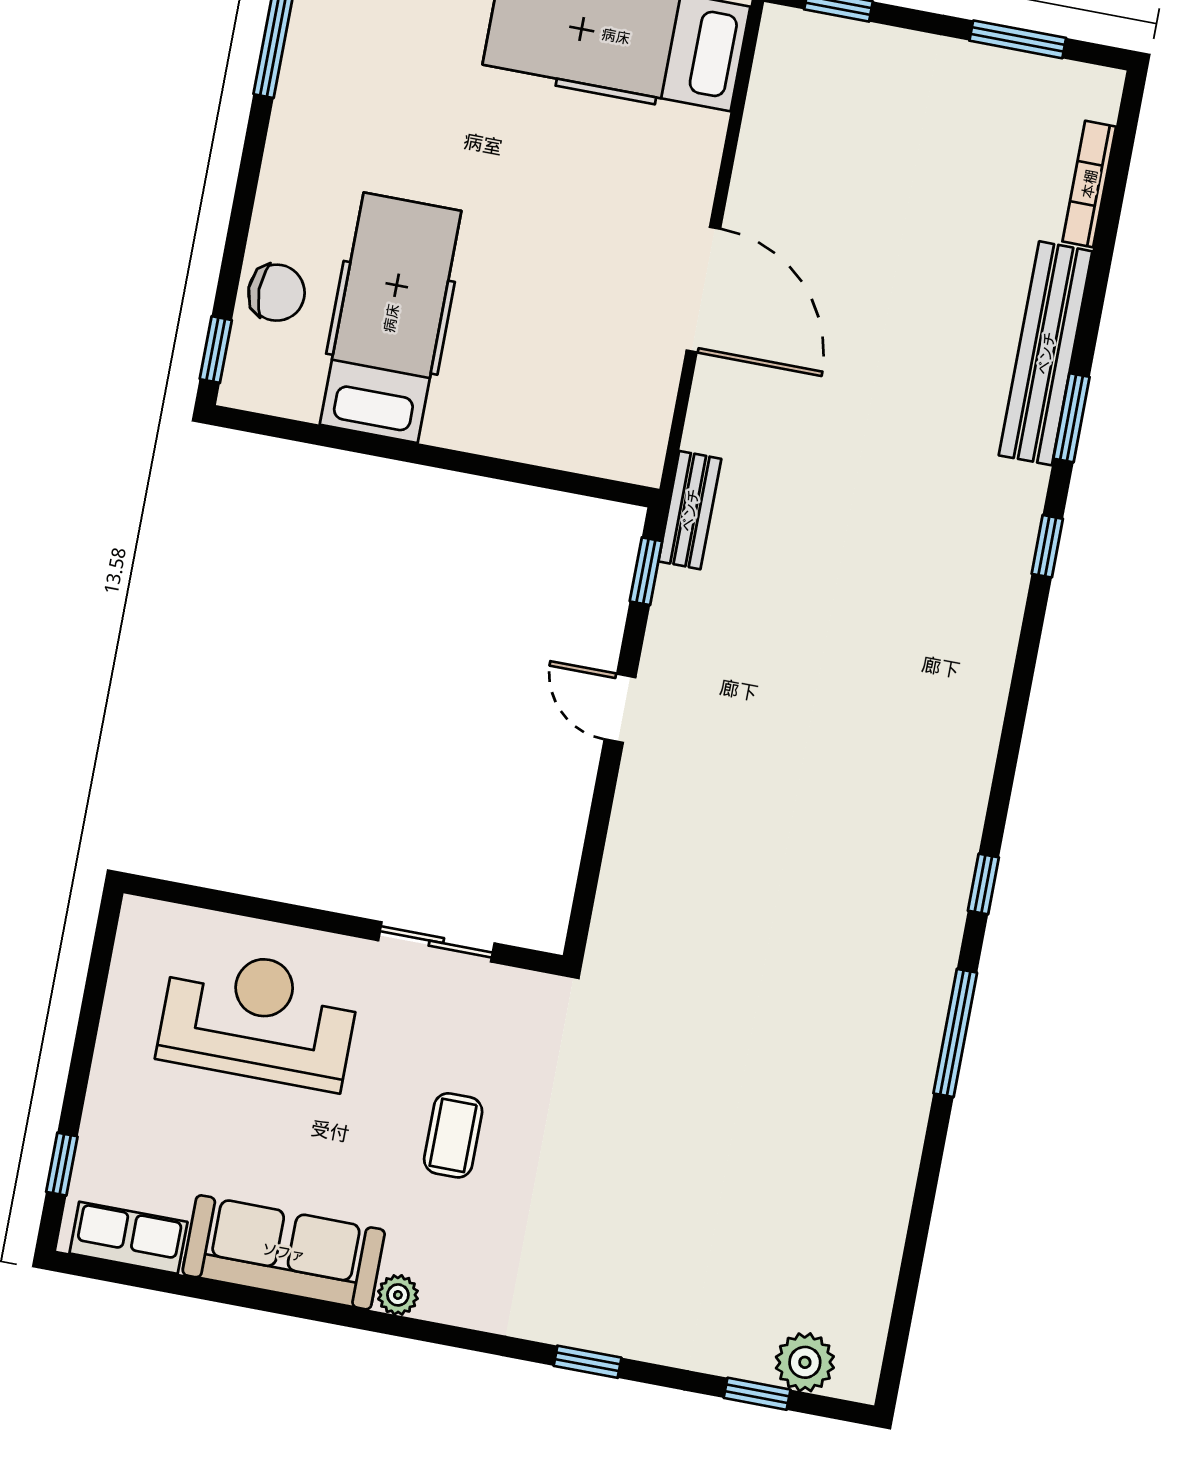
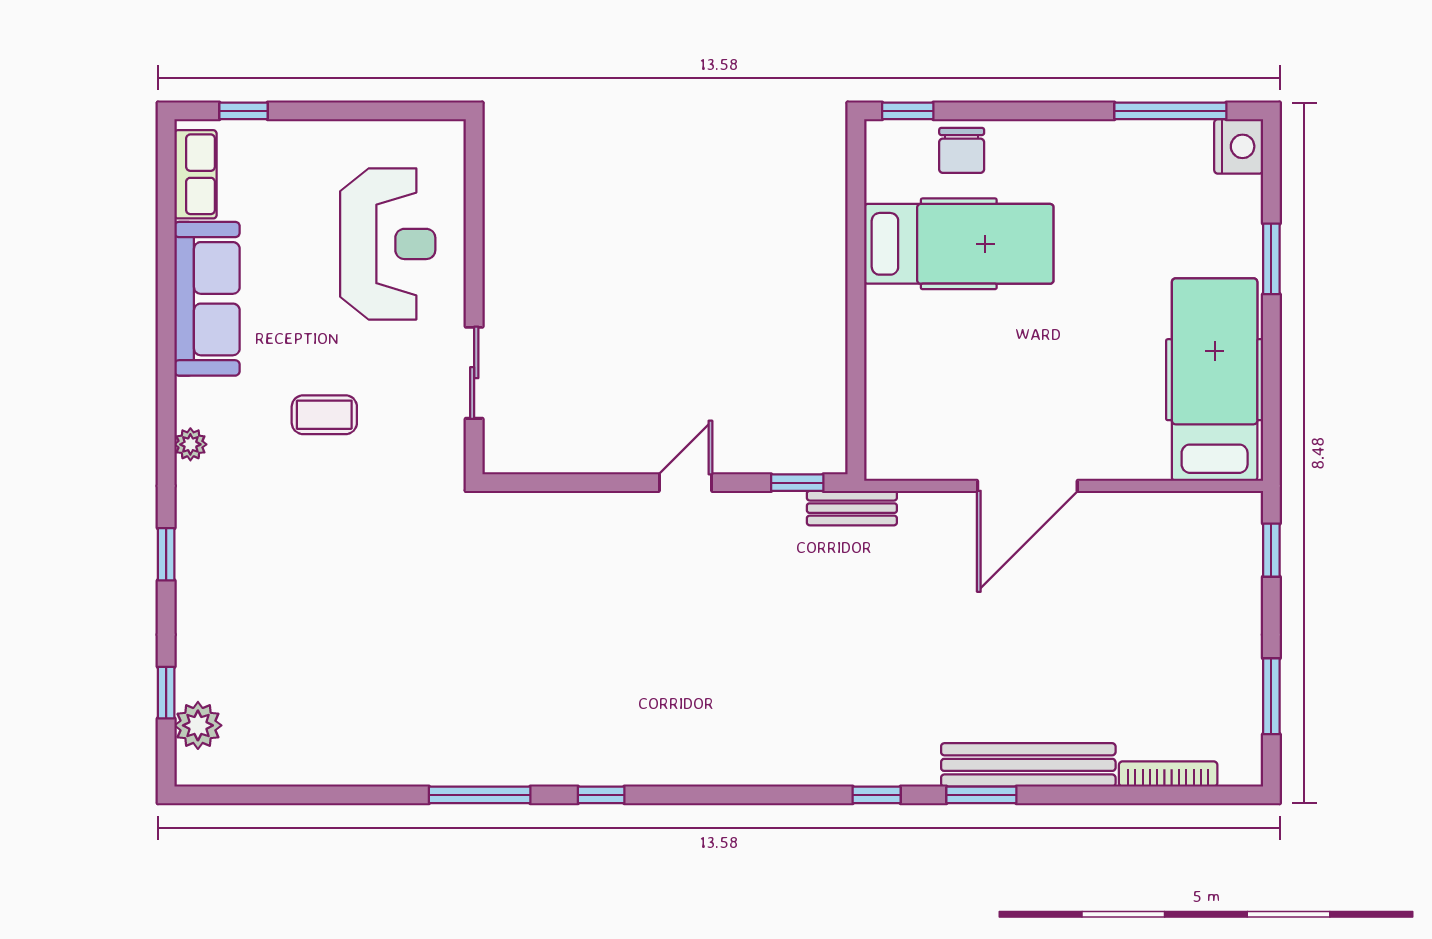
plant: (398, 1295) -> (190, 444), moved

